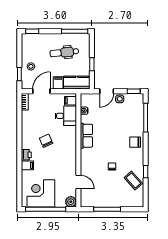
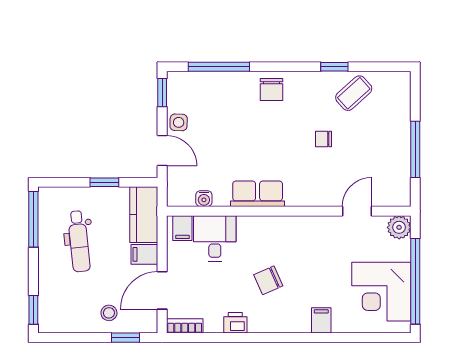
door: (41, 91) -> (162, 290), hinge flipped
printer: (26, 155) -> (235, 323), moved

